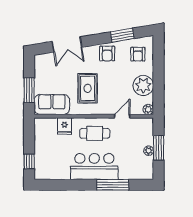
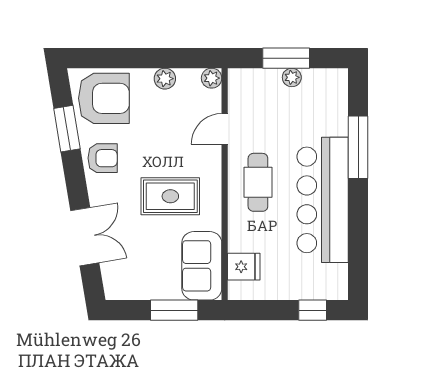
armchair: (138, 54) -> (104, 98), width x1.88, depth x1.88
plant: (143, 85) -> (165, 79), width x0.53, depth x0.53
door: (122, 116) -> (225, 129), hinge flipped
fridge: (64, 126) -> (244, 267), moved
bar counter: (94, 167) -> (323, 200), width x1.36

